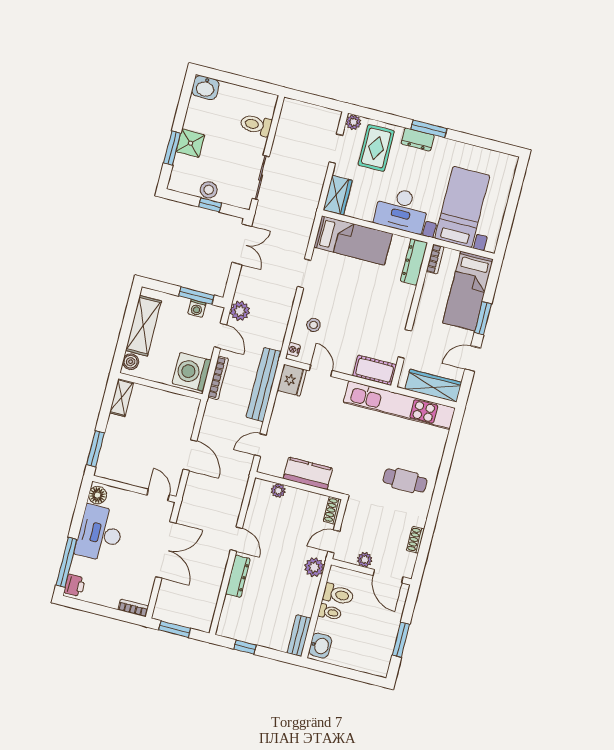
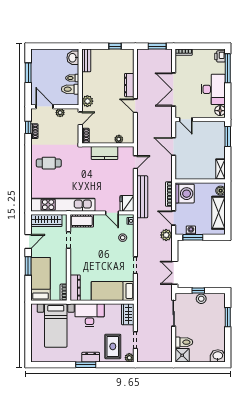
shower: (190, 143) -> (182, 355), moved
window: (424, 549) -> (28, 127), added

